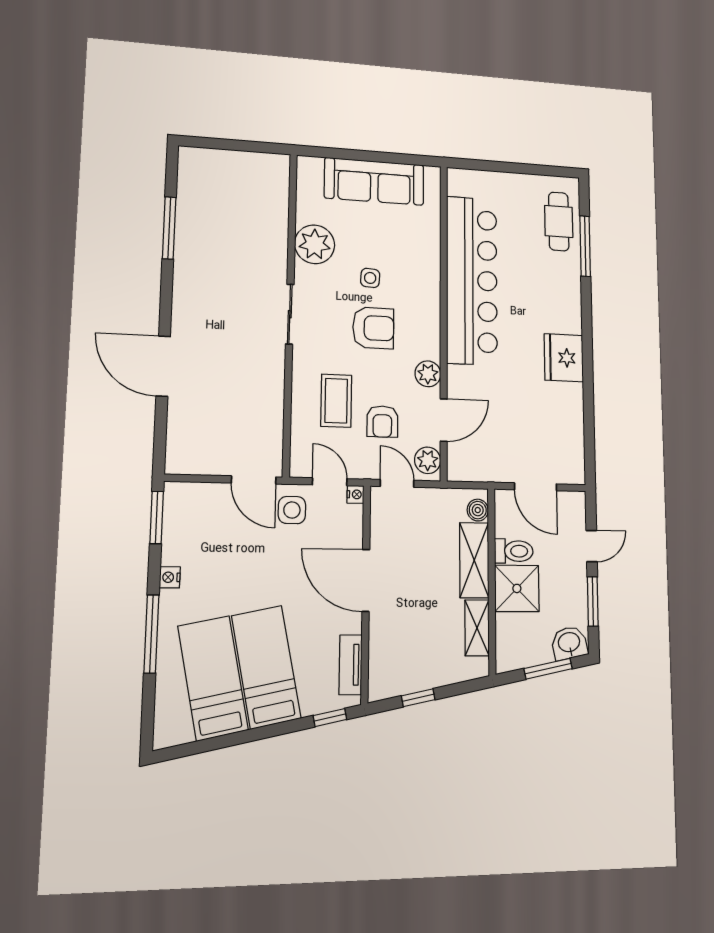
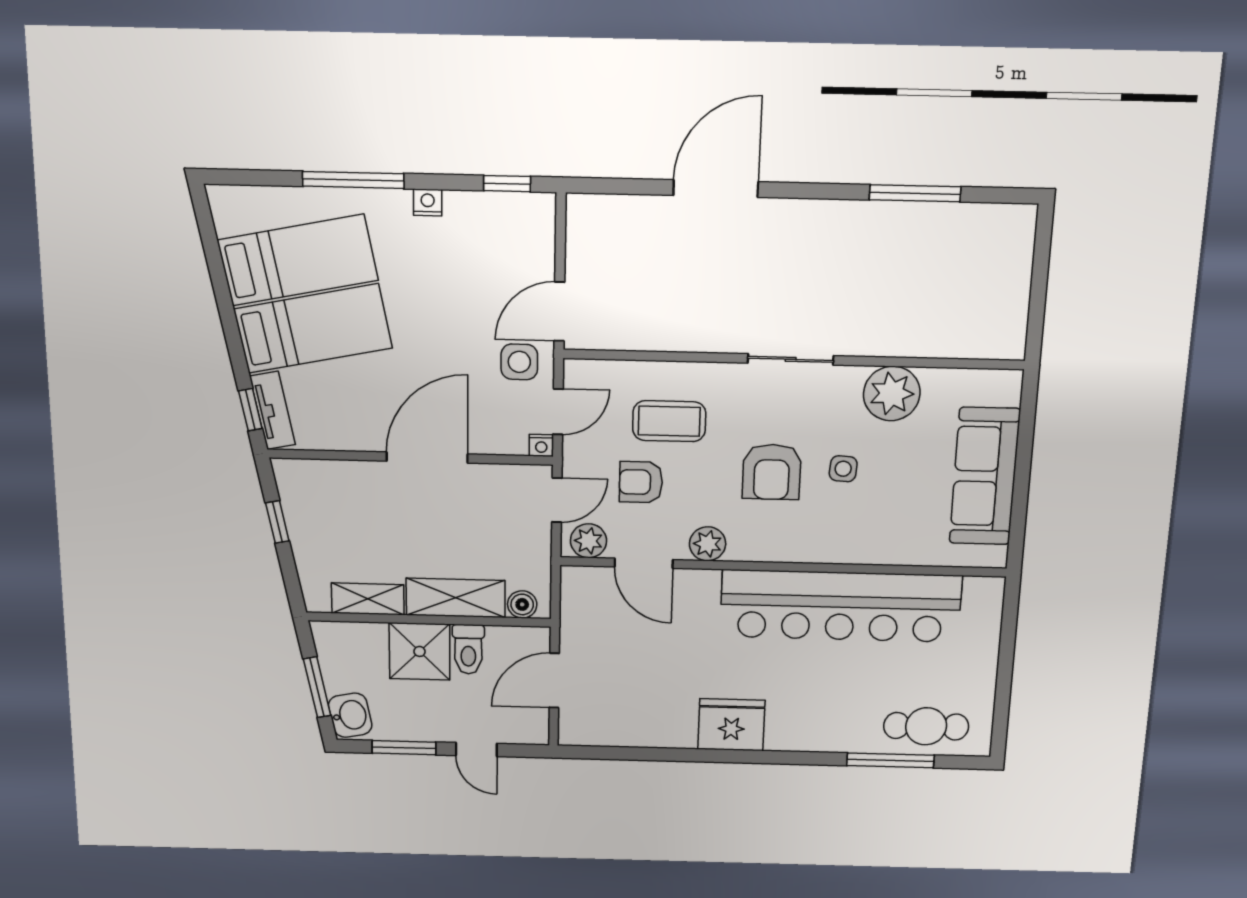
window: (157, 517) -> (507, 184), width x0.67
tv unit: (351, 665) -> (273, 410), moved, turned 79

